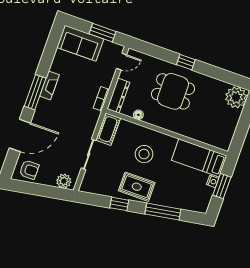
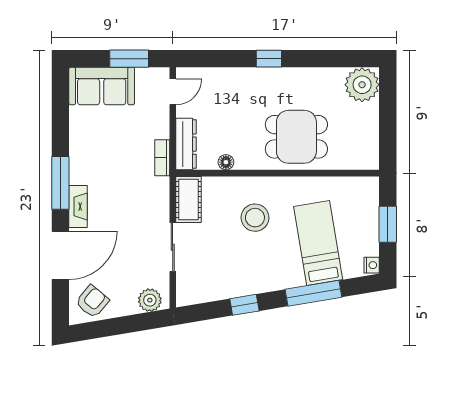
fireplace: (49, 85) -> (78, 206), moved
dining table: (173, 91) -> (296, 137), moved
bed: (199, 158) -> (318, 243), moved, turned 81
armchair: (29, 170) -> (92, 302), turned -50
nightstand: (213, 181) -> (372, 265), moved
rug: (137, 187) -> (261, 270), removed

